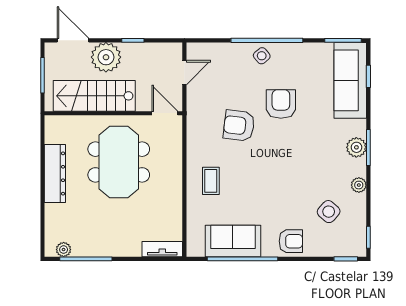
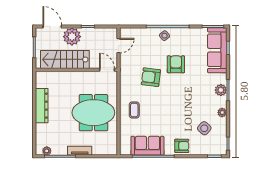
meeting table: (119, 162) -> (93, 113), moved, turned 90
tv unit: (162, 249) -> (80, 151), moved

